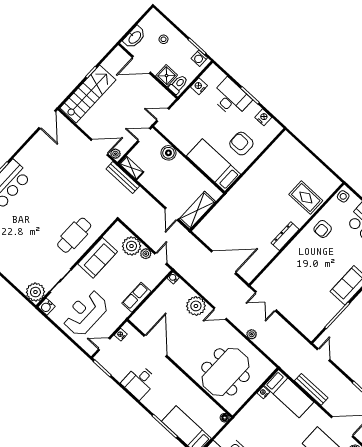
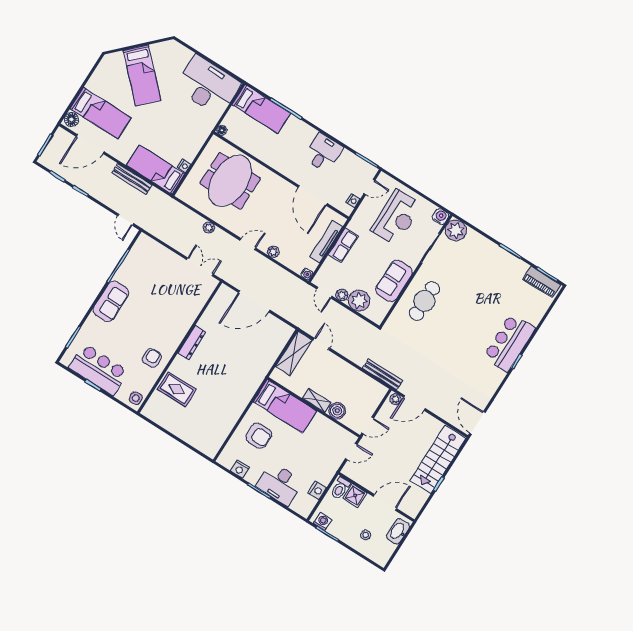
shelving: (132, 168) -> (317, 400), moved
tv unit: (151, 303) -> (326, 242), added
plant: (196, 306) -> (273, 252), width x0.53, depth x0.53

